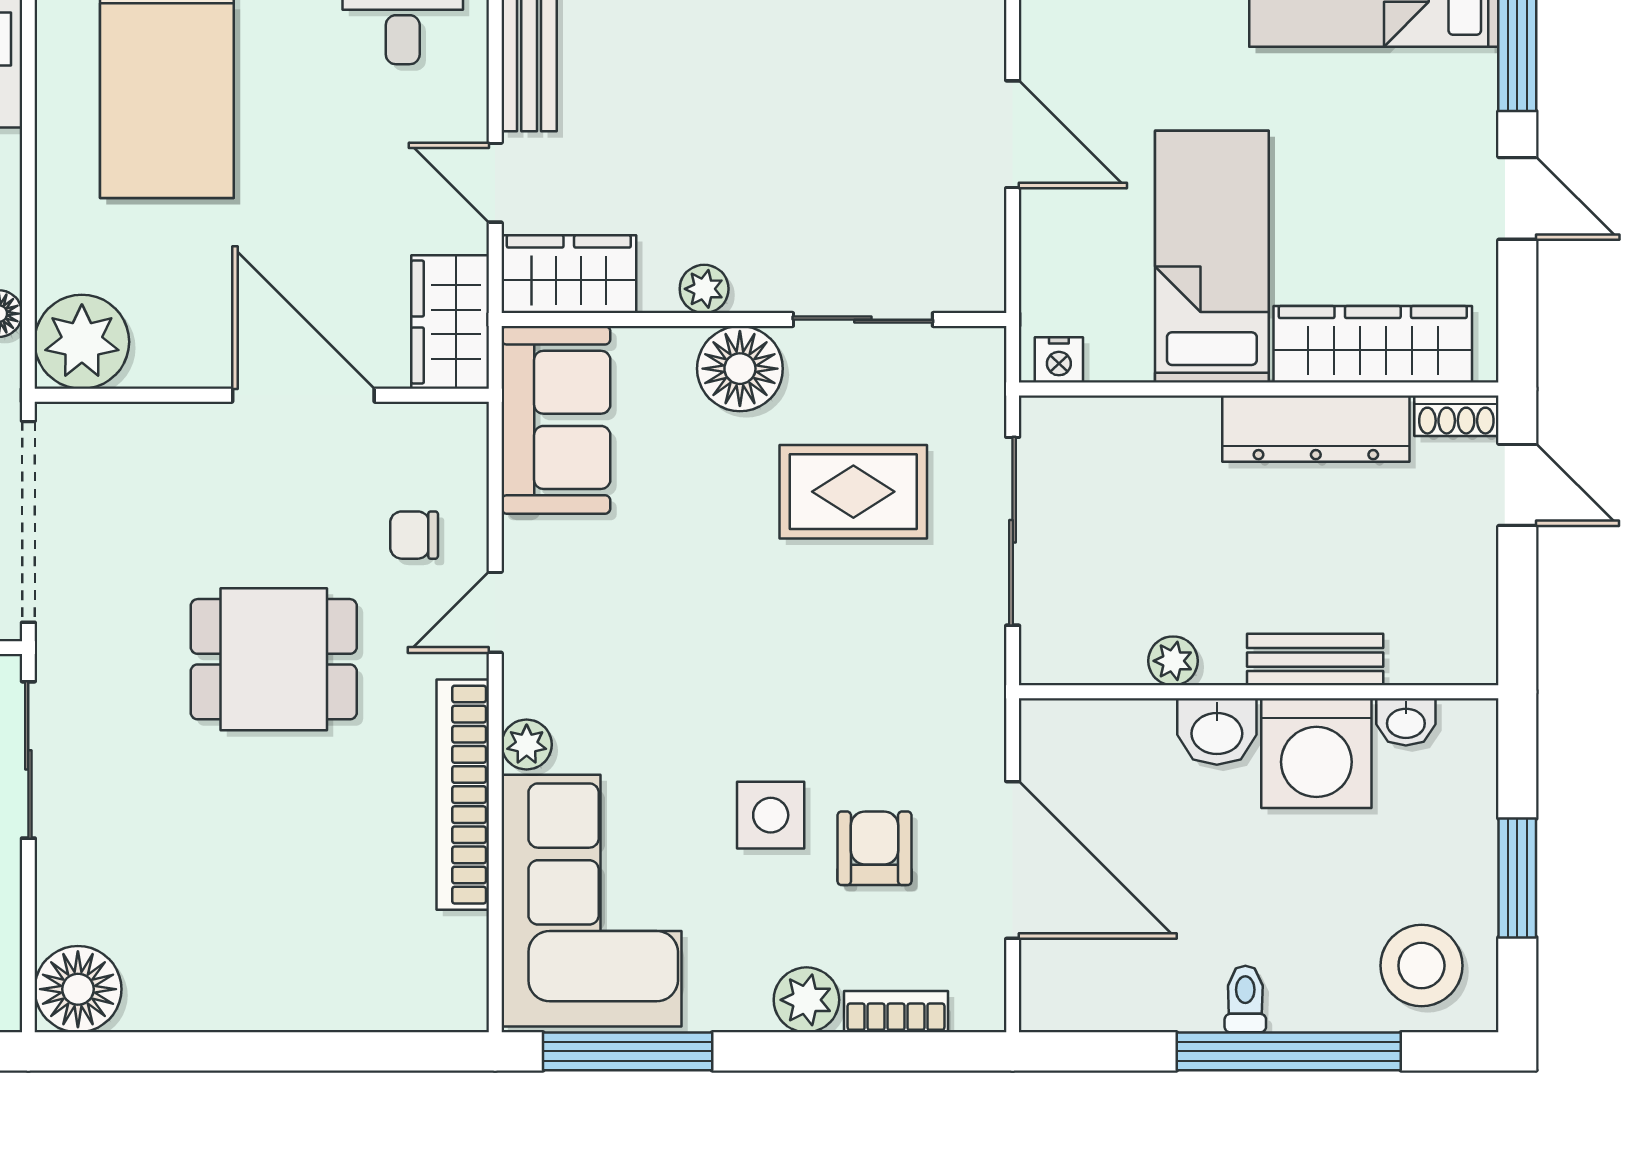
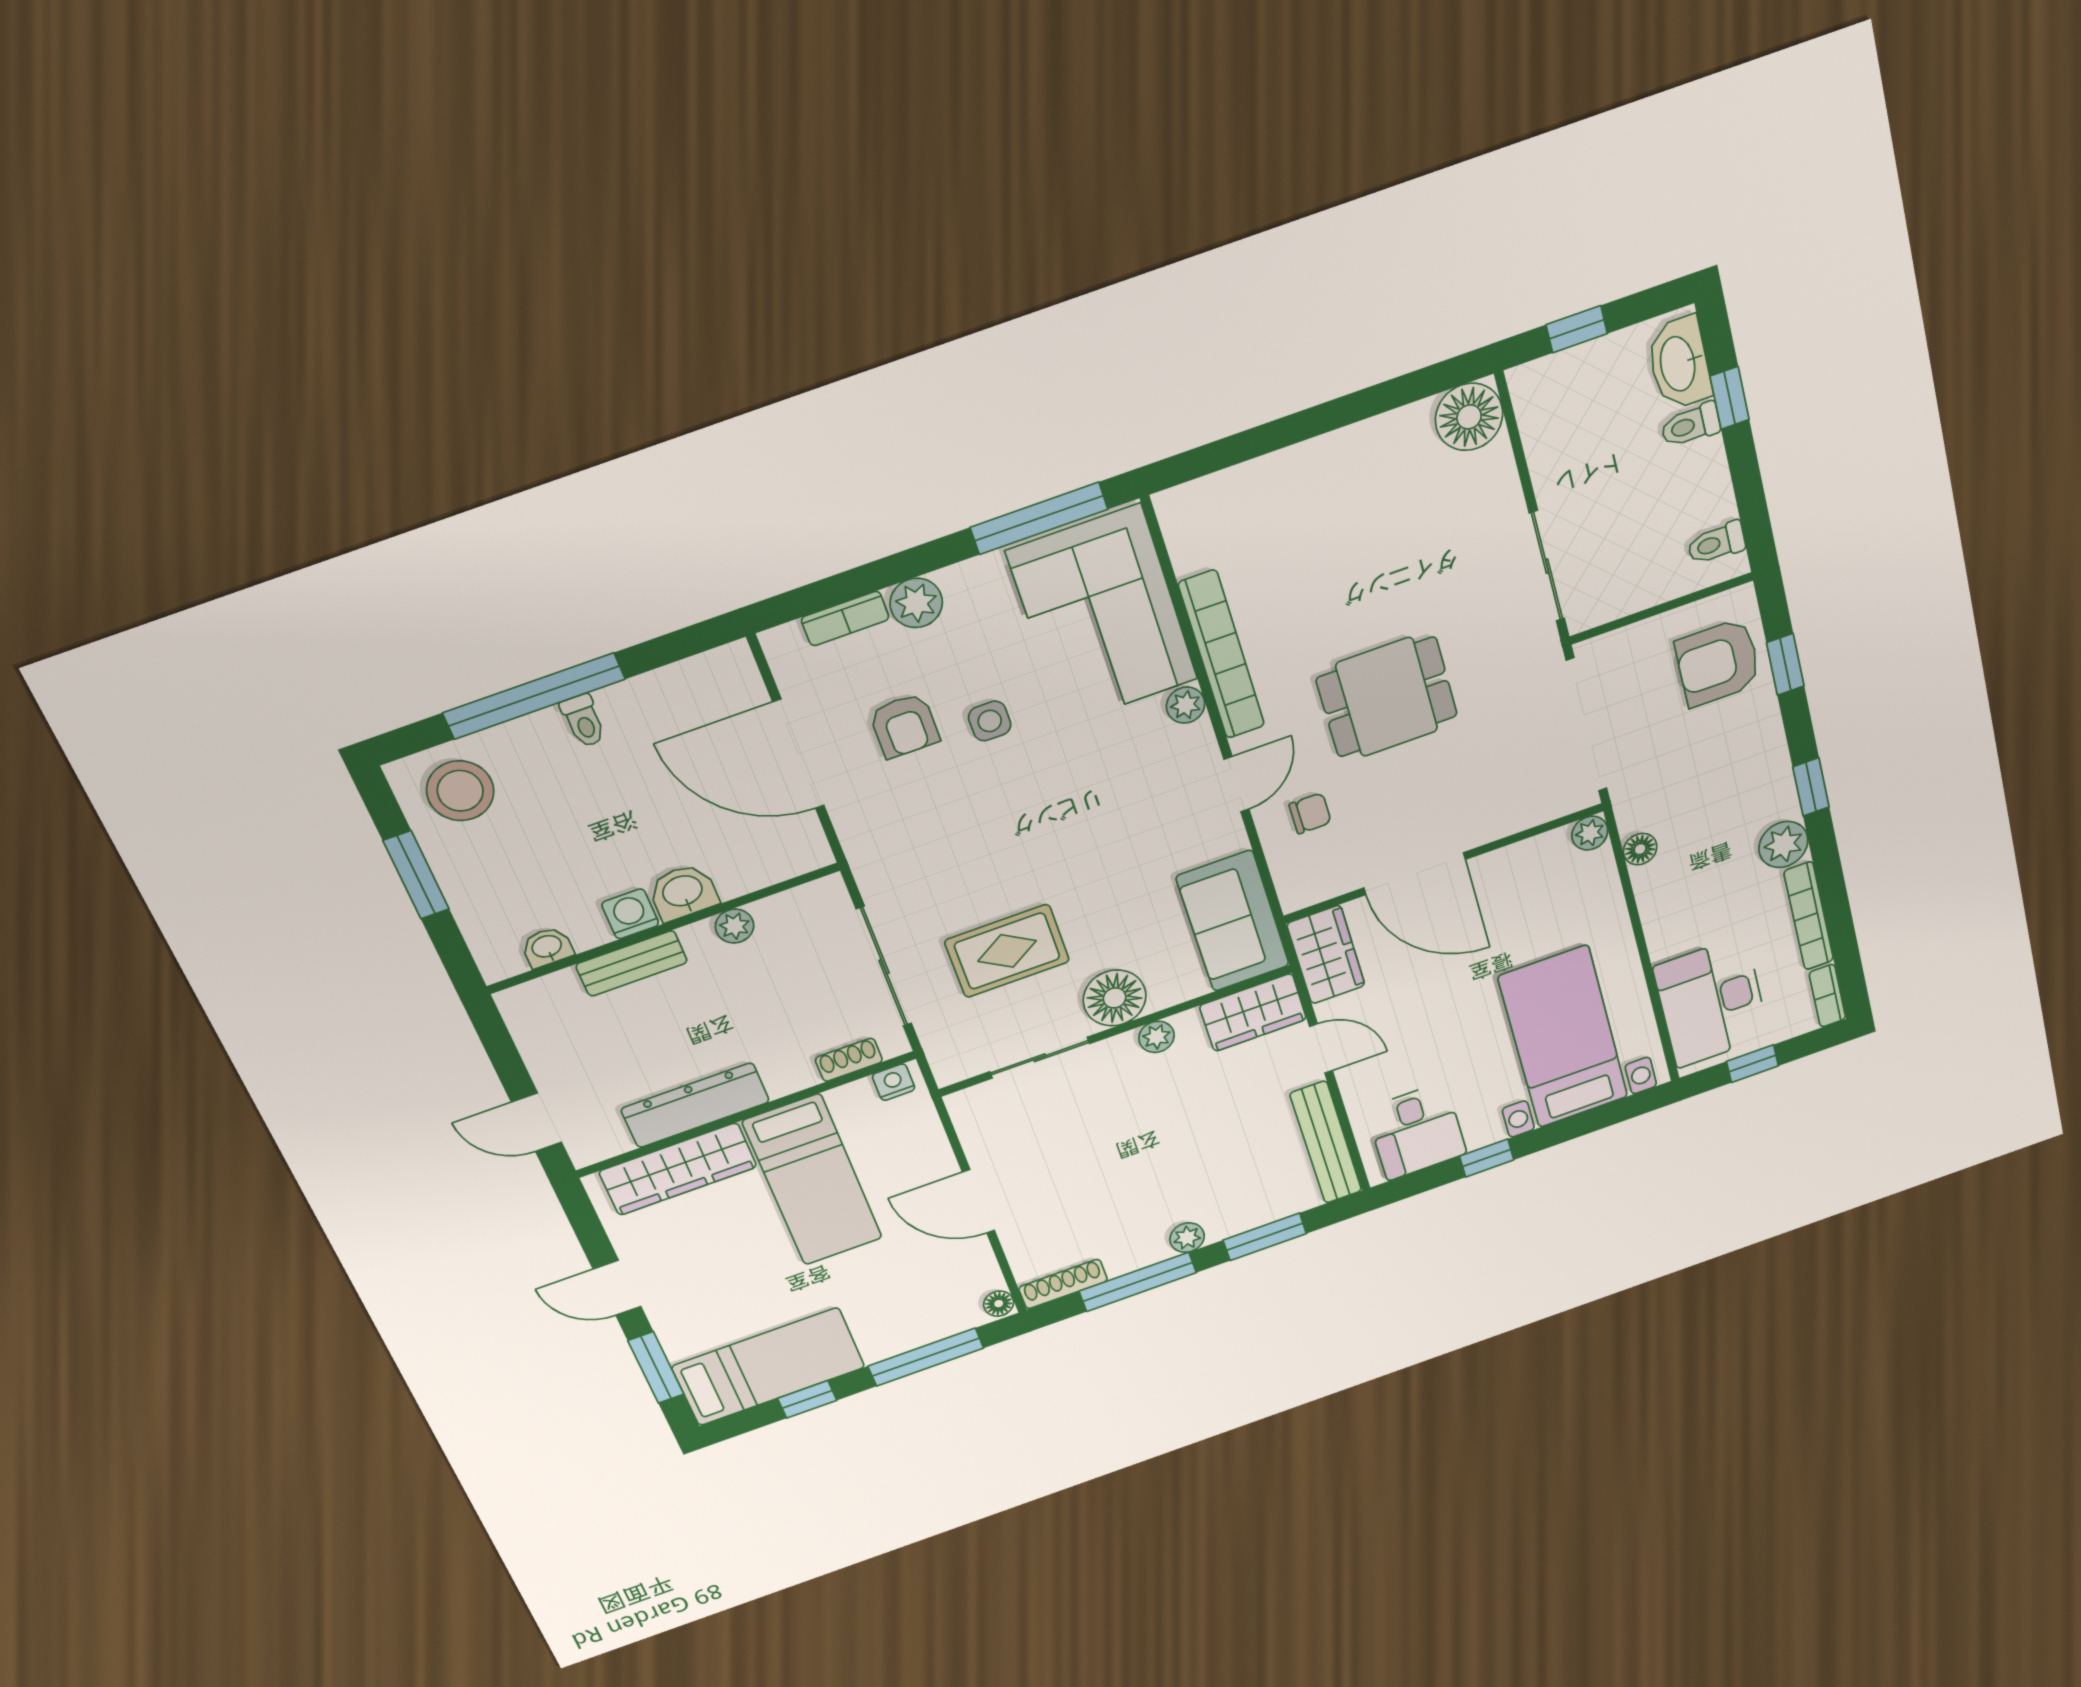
plant: (82, 342) -> (1590, 833), width x0.53, depth x0.53
shoe rack: (1456, 416) -> (849, 1060), moved
washing machine: (1316, 753) -> (630, 914), width x0.53, depth x0.53
side table: (771, 815) -> (990, 721), width x0.73, depth x0.73

